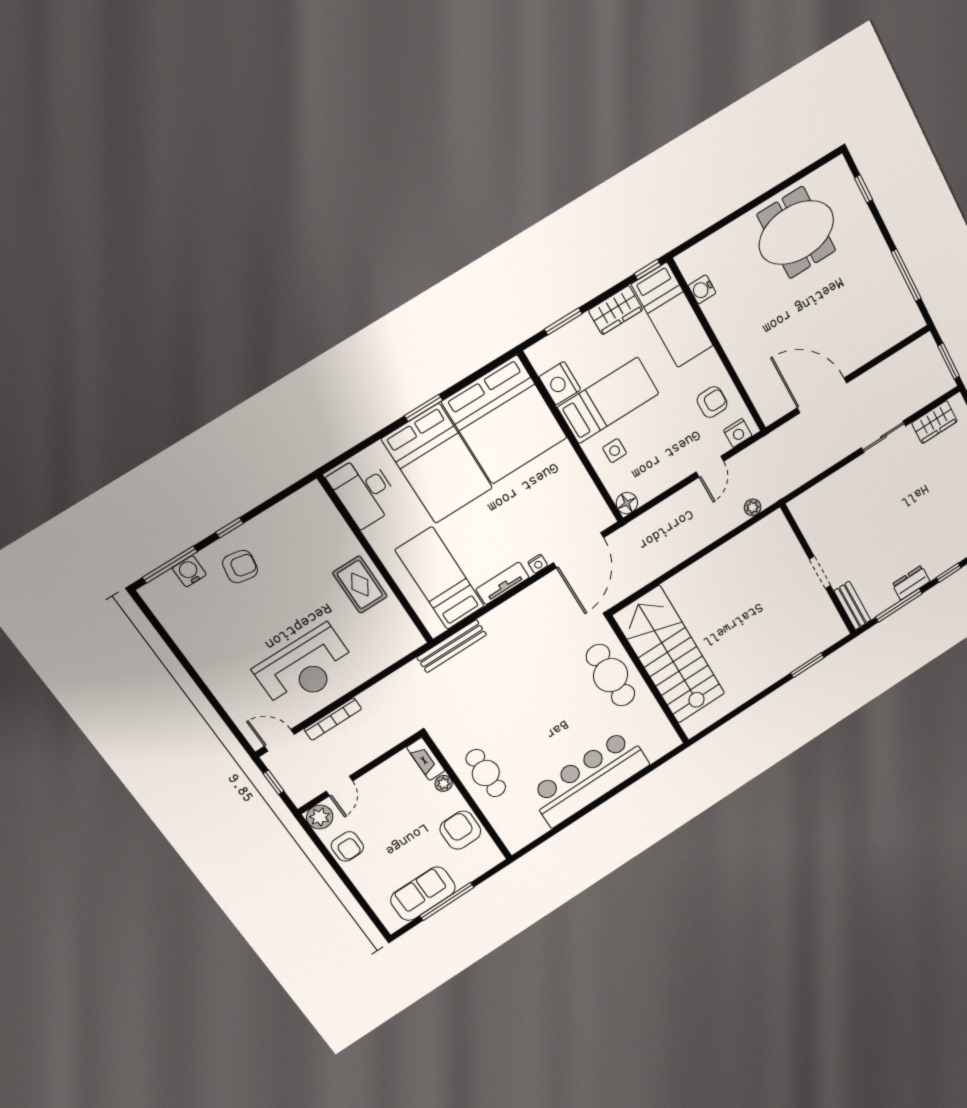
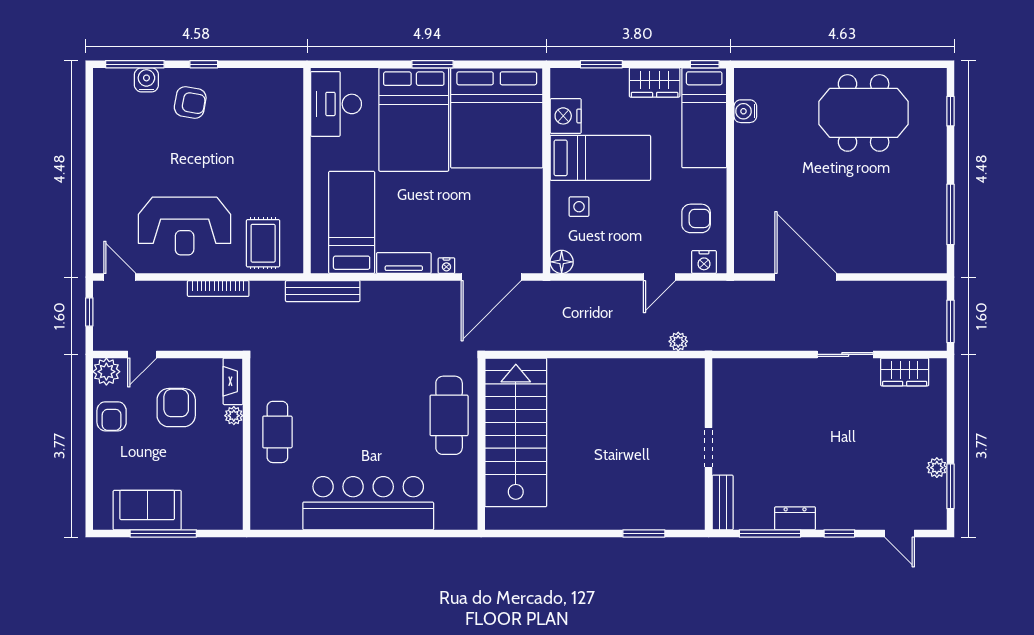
rug: (360, 585) -> (263, 243), moved
bookcase: (333, 719) -> (218, 289), moved
armchair: (460, 830) -> (176, 408), moved

